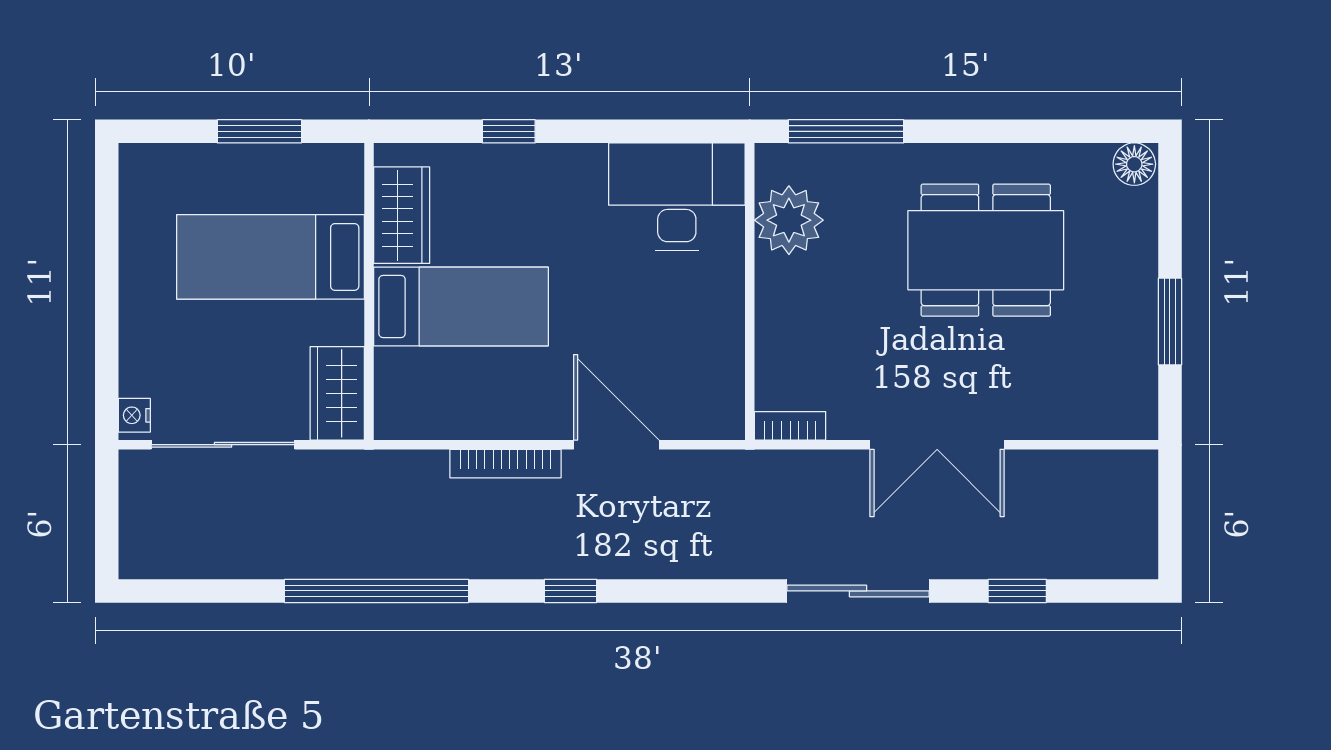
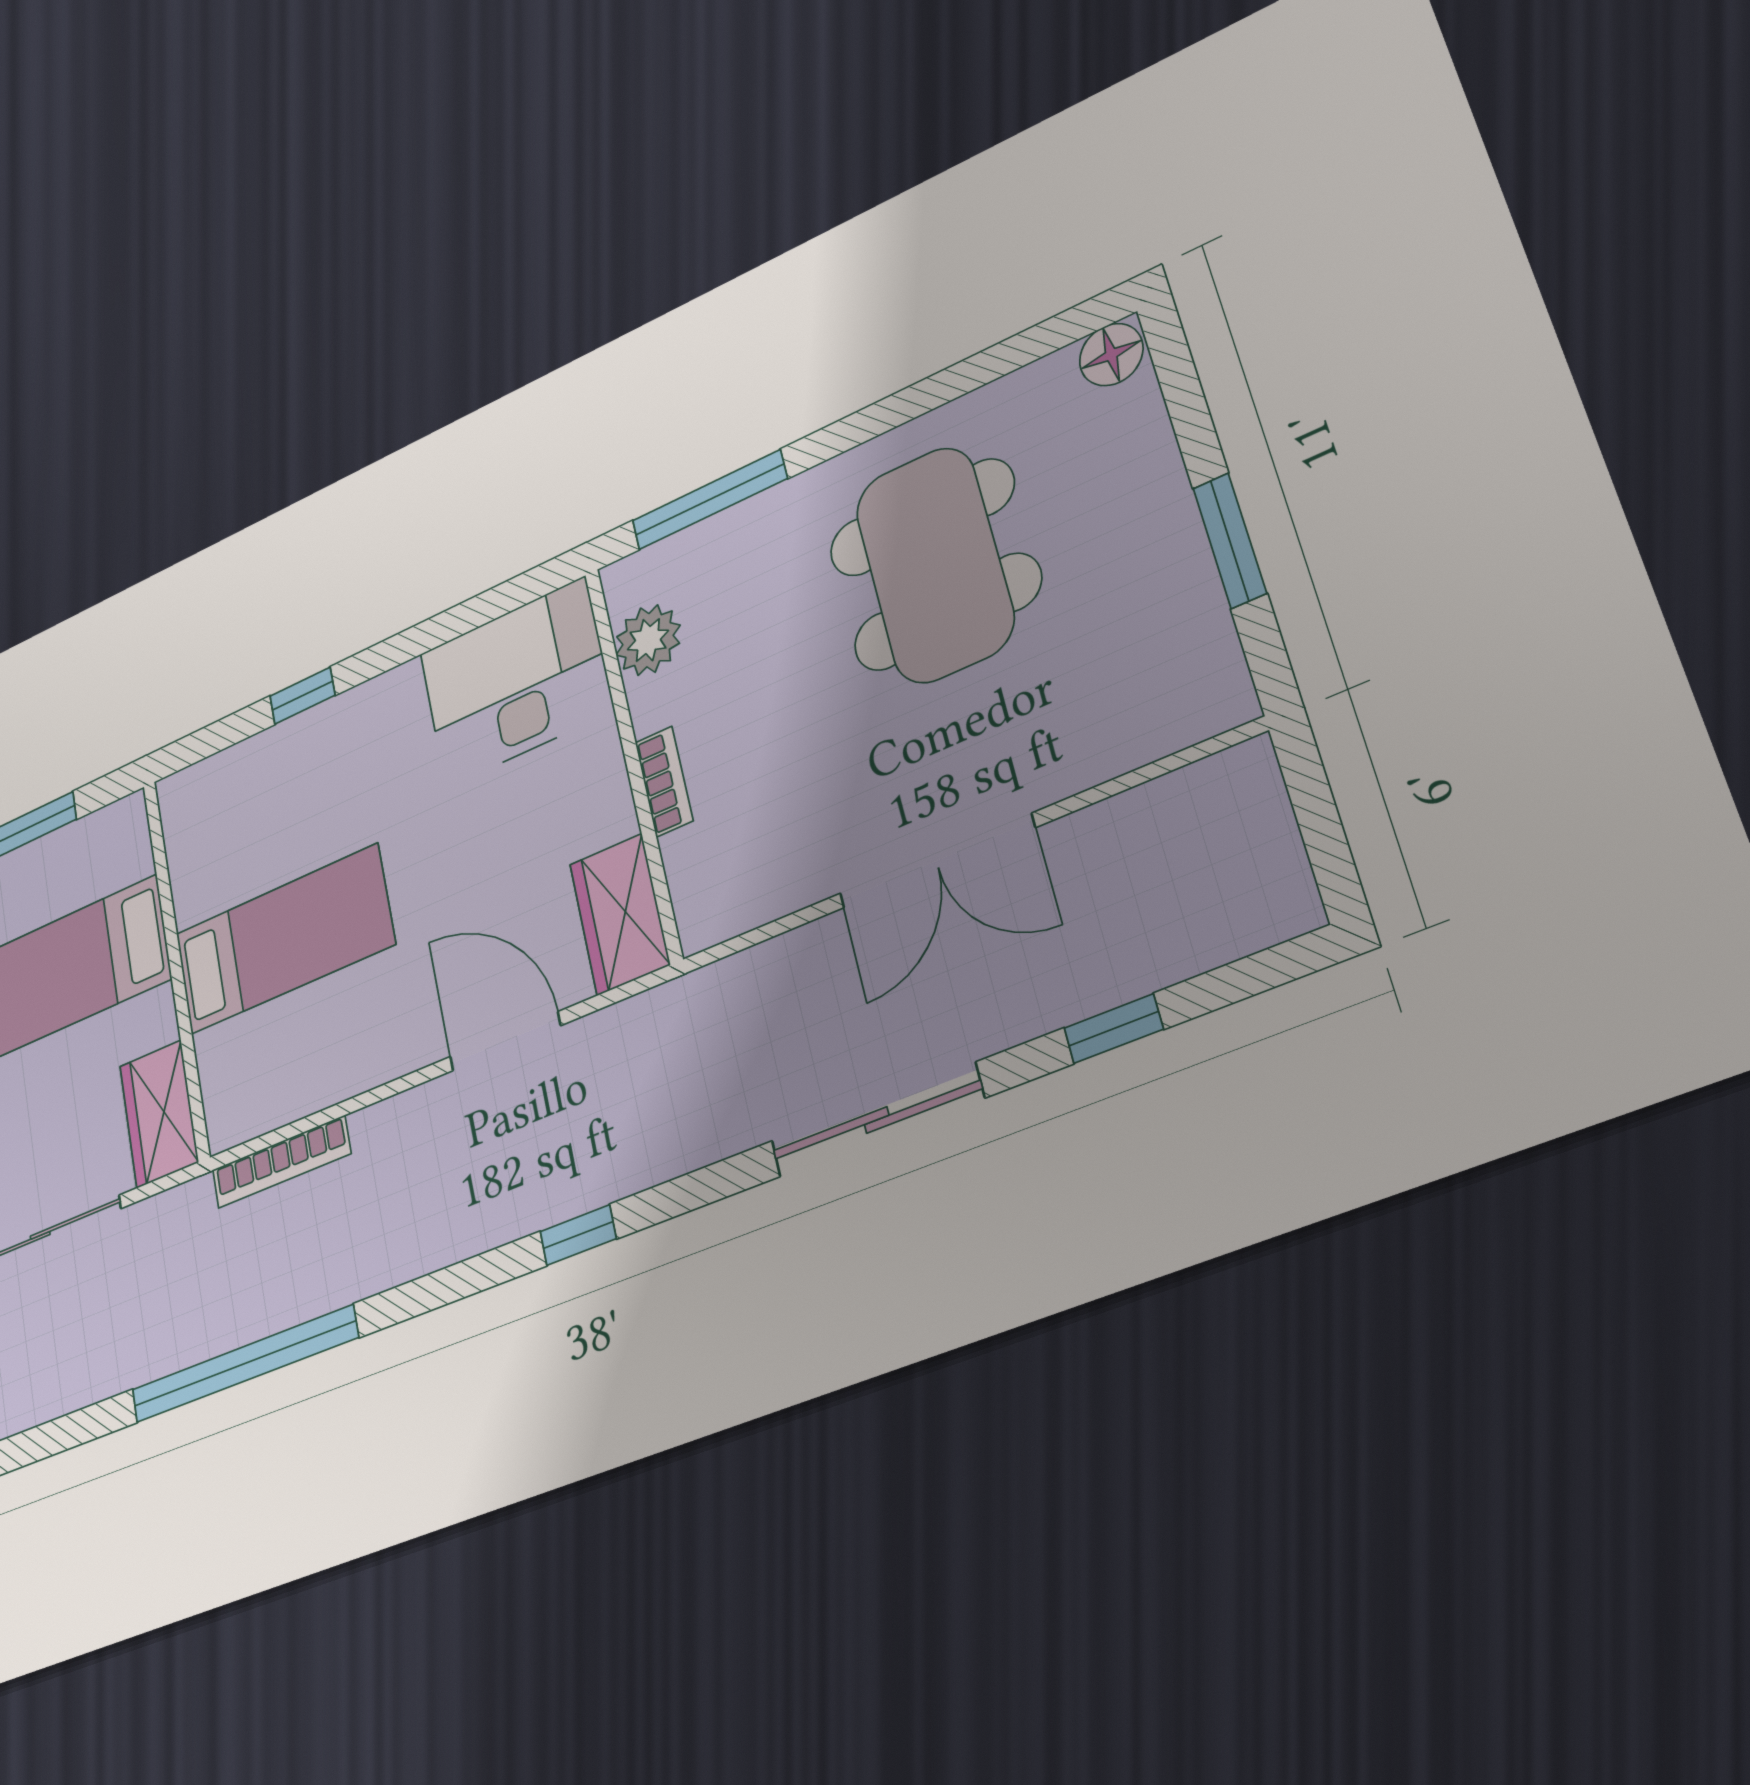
wardrobe: (402, 215) -> (620, 914), moved, turned 180
plant: (789, 220) -> (648, 640), width x0.73, depth x0.73
dining table: (986, 250) -> (934, 565), turned 90
bookcase: (790, 426) -> (664, 781), moved, turned 90
bookcase: (505, 464) -> (281, 1162), moved
window: (570, 591) -> (578, 1235), moved

